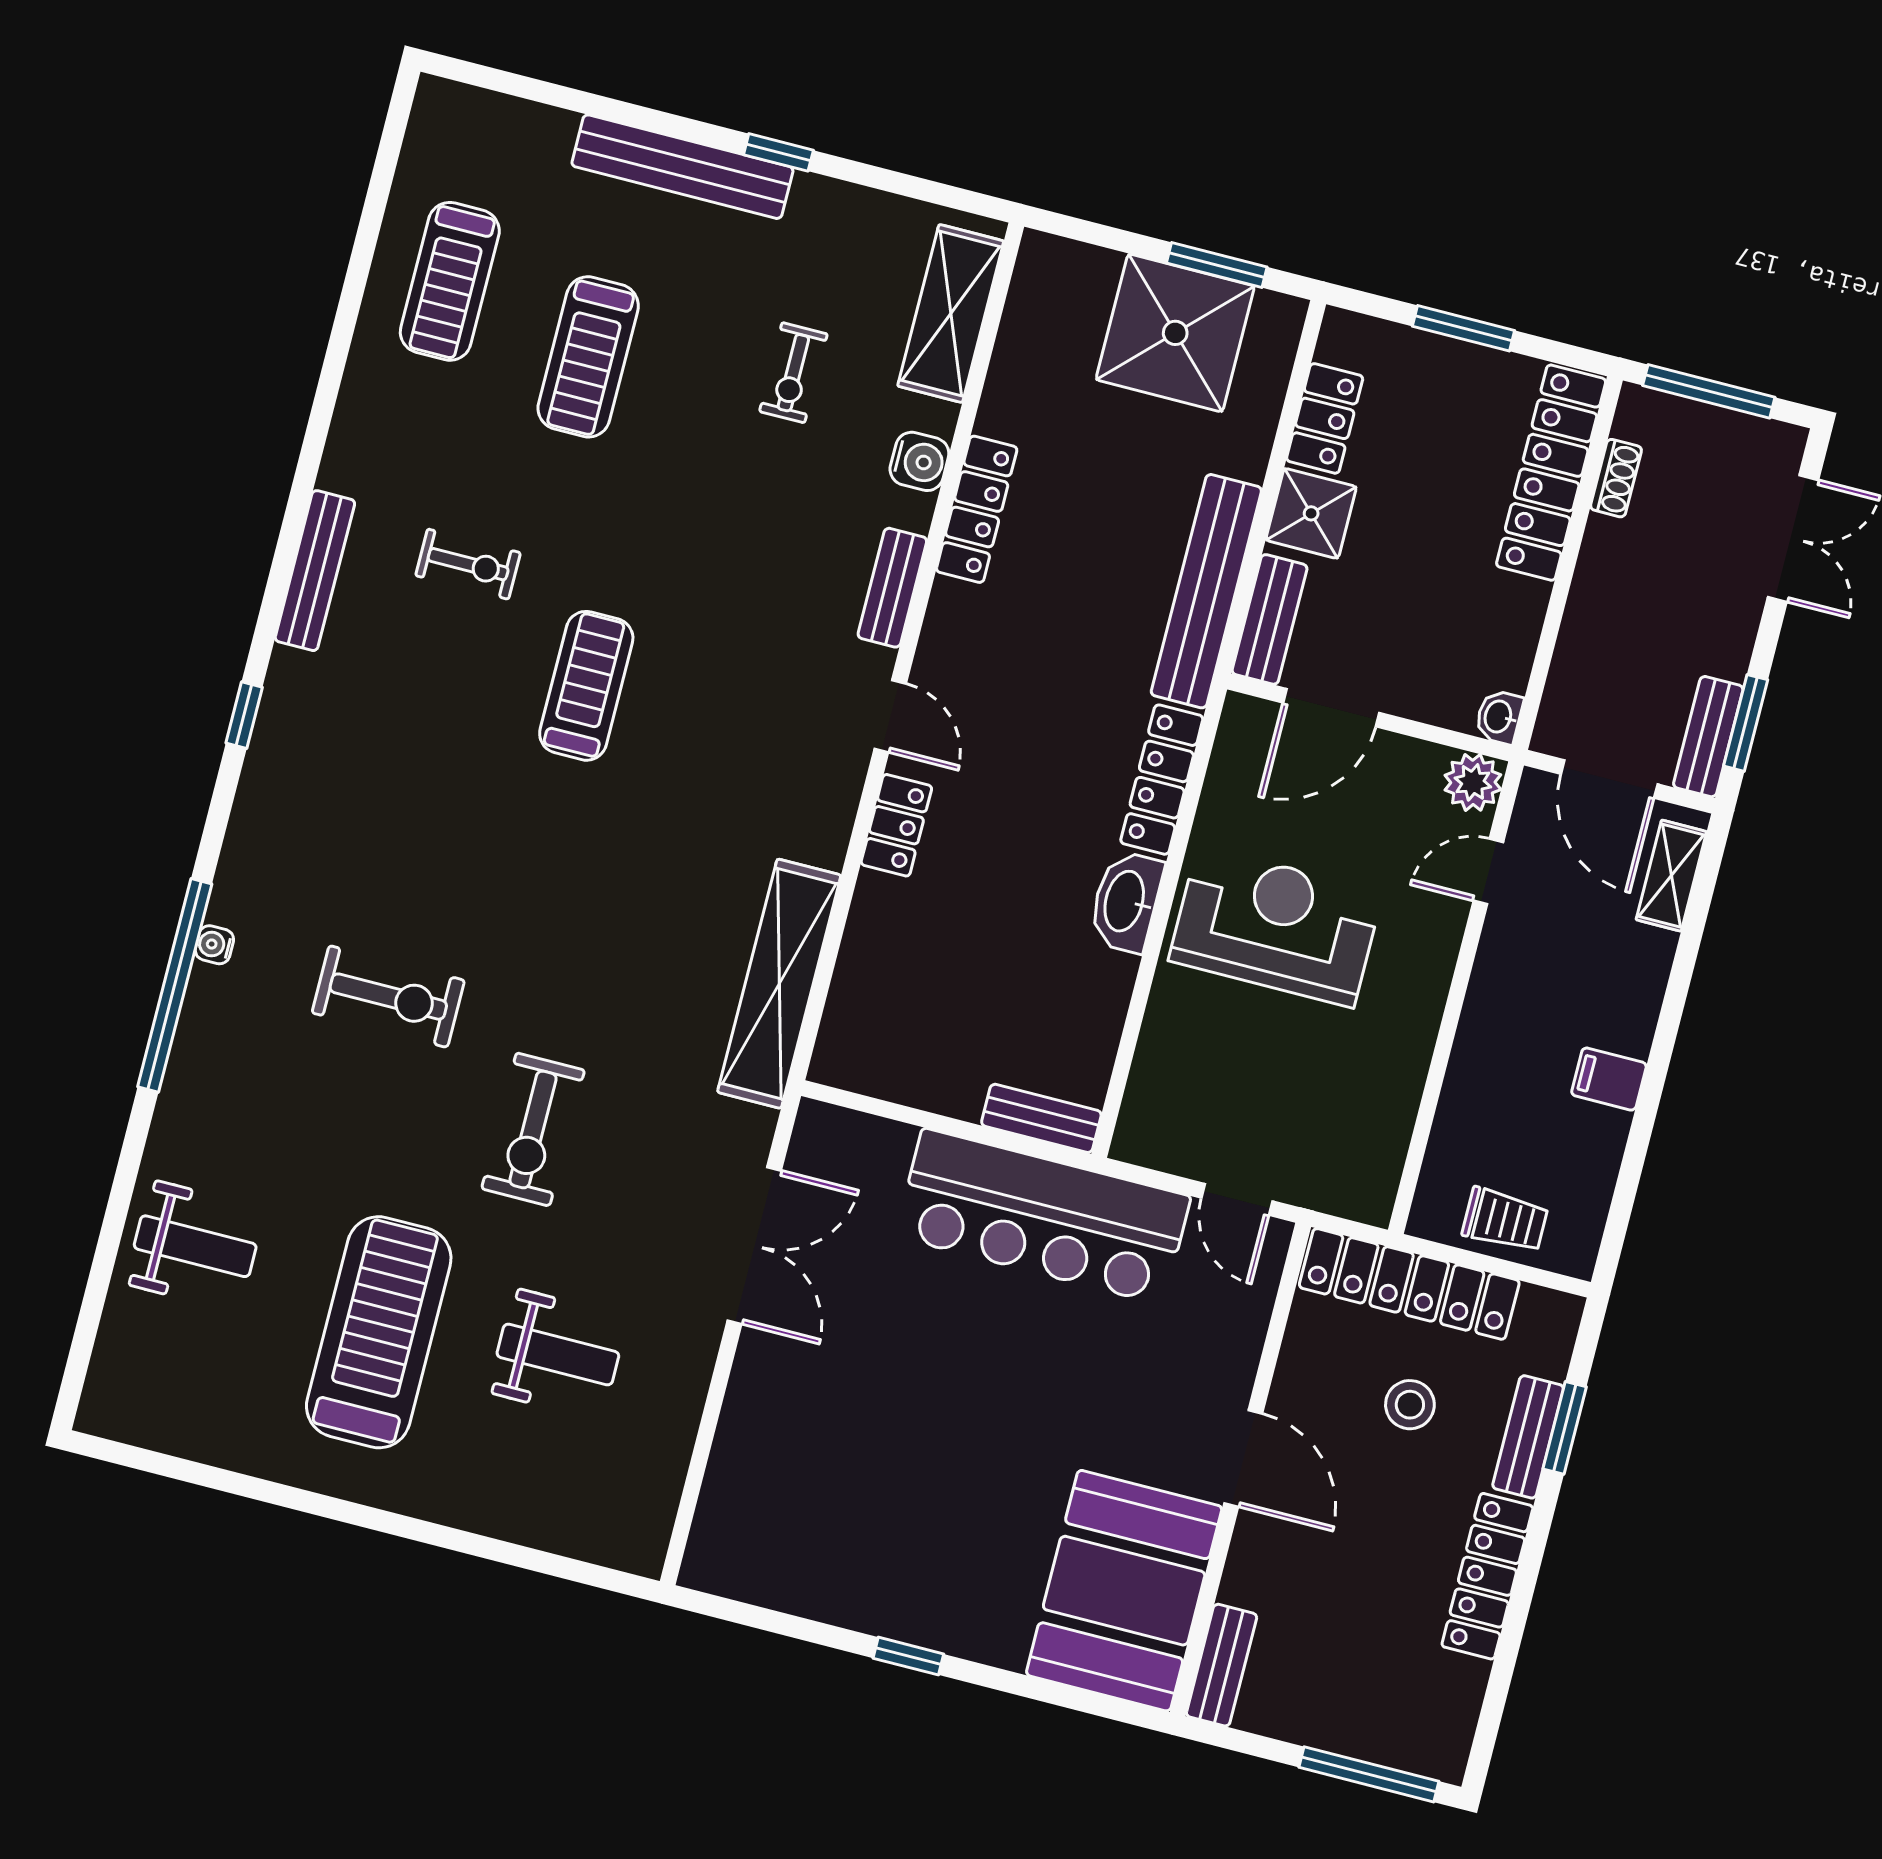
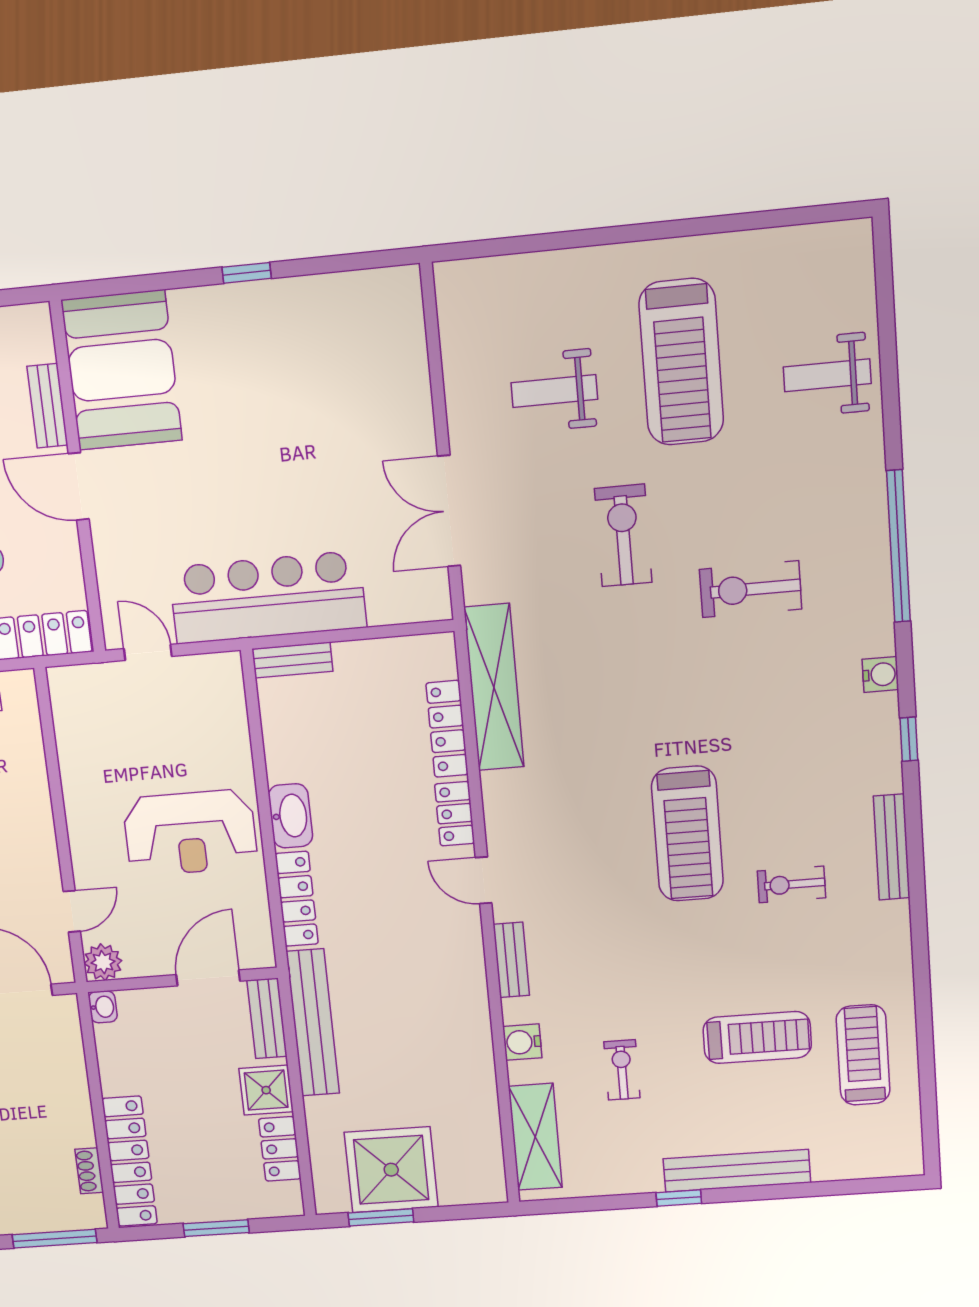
treadmill: (588, 357) -> (757, 1037), turned 90
locker: (977, 509) -> (447, 729), moved
treadmill: (586, 686) -> (687, 834), width x1.37, depth x1.38
water cooler: (214, 945) -> (880, 674), moved, width x1.38, depth x1.38
bench: (1222, 1665) -> (47, 406), moved

